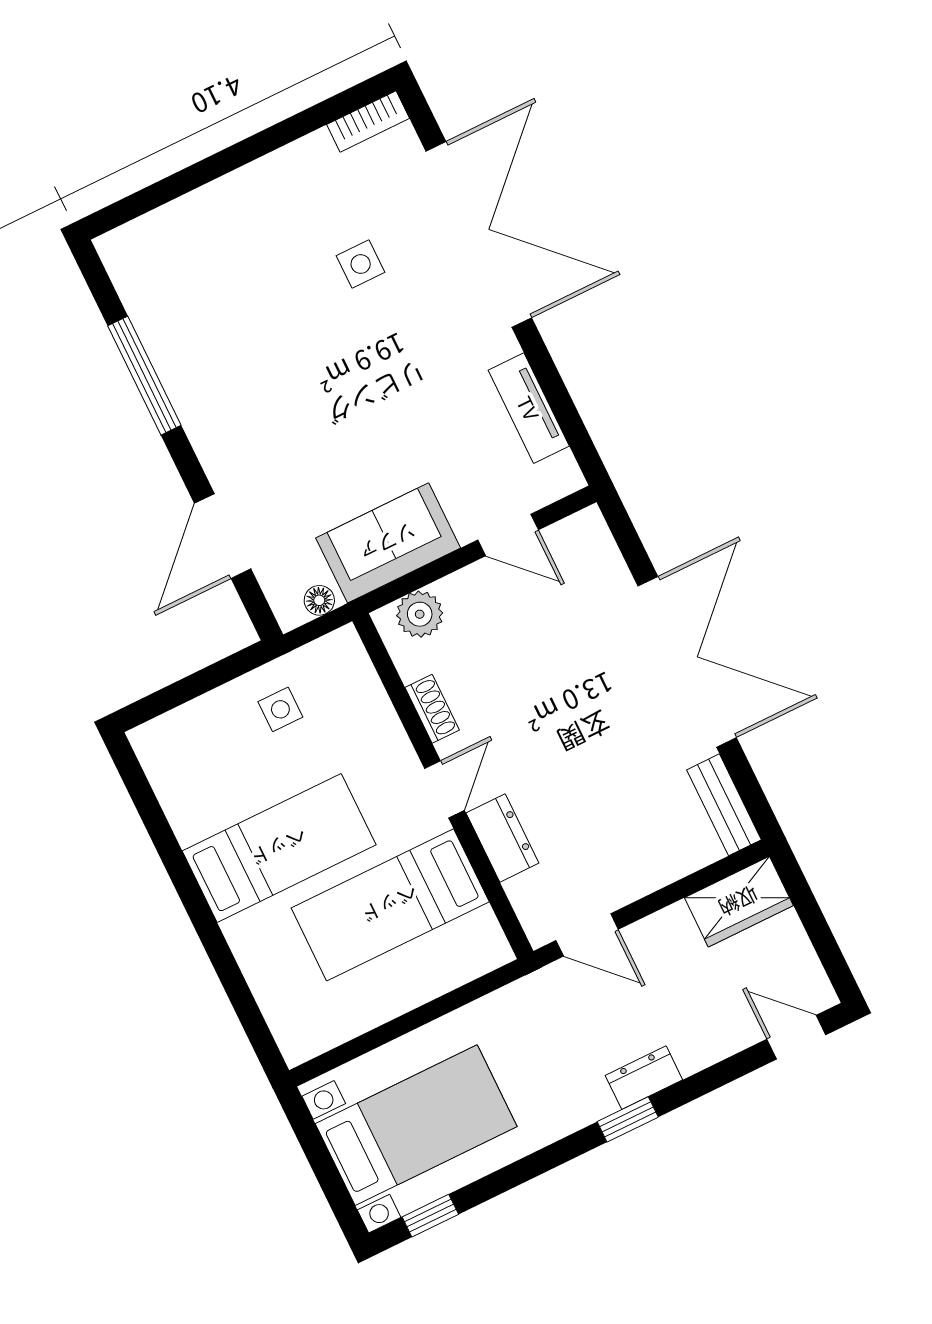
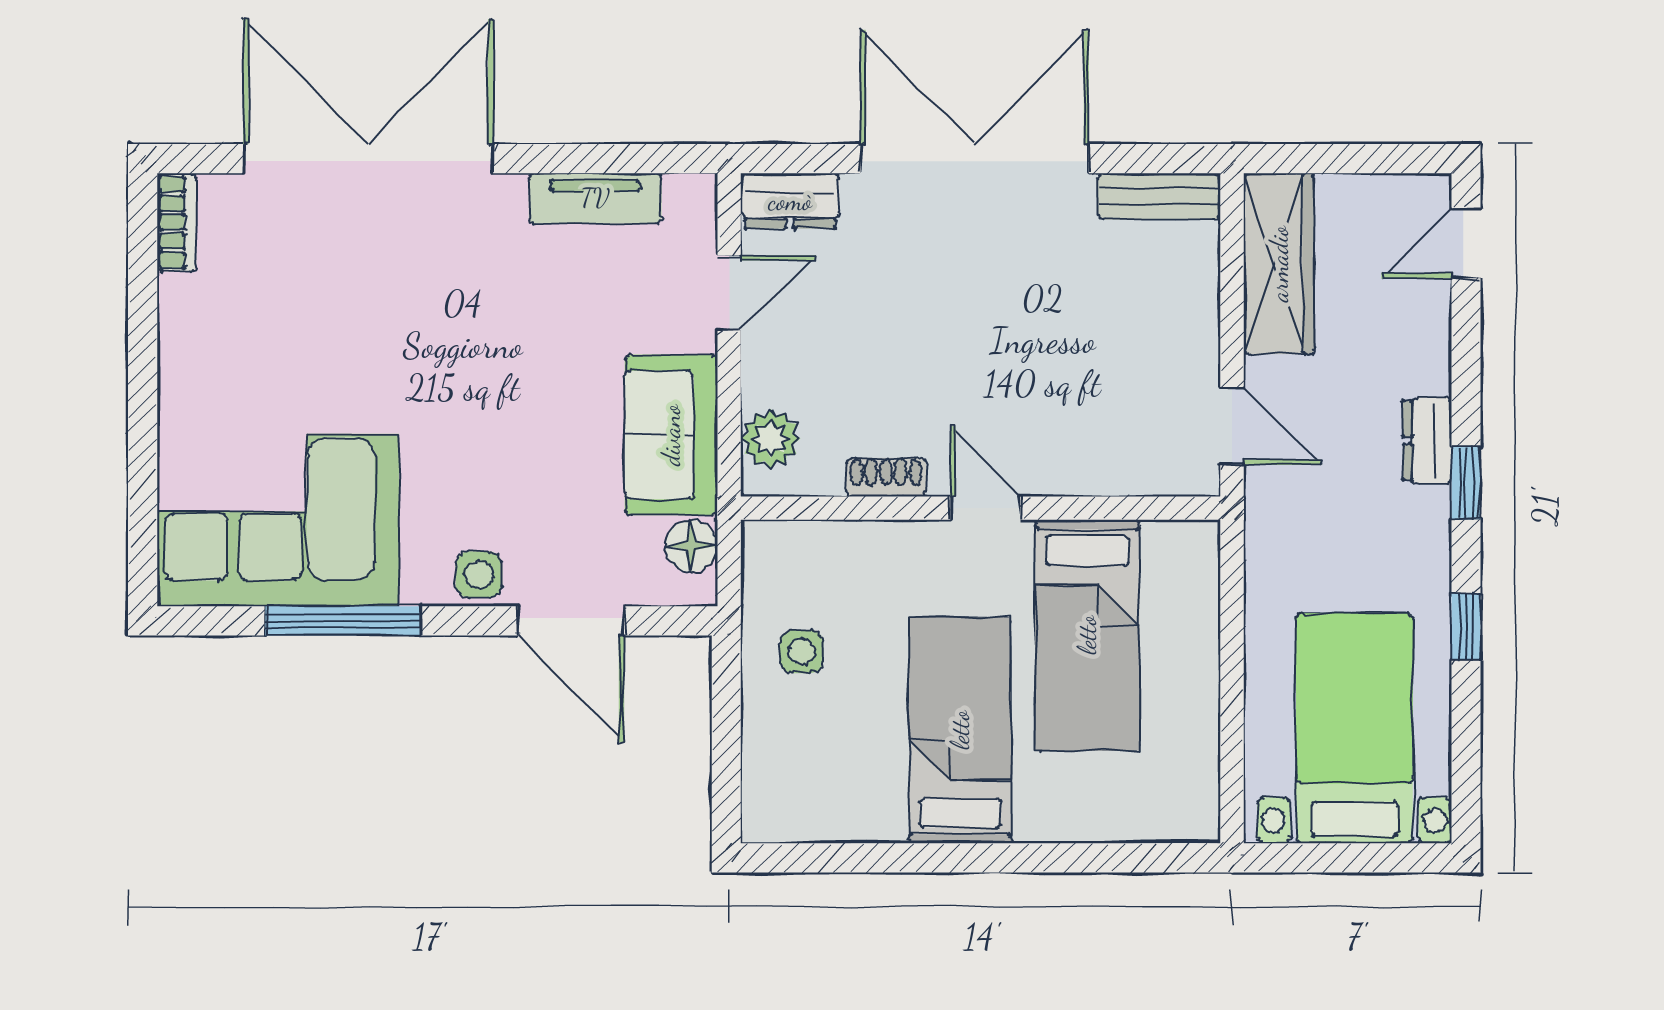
side table: (361, 264) -> (479, 575), moved
corner sofa: (193, 295) -> (278, 520), added
floor lamp: (319, 600) -> (691, 546), width x1.37, depth x1.37
dresser: (502, 838) -> (790, 201), moved, turned 180
wardrobe: (739, 902) -> (1279, 264), width x1.50
door: (587, 935) -> (1232, 426), hinge flipped
window: (430, 1216) -> (1466, 627), moved

